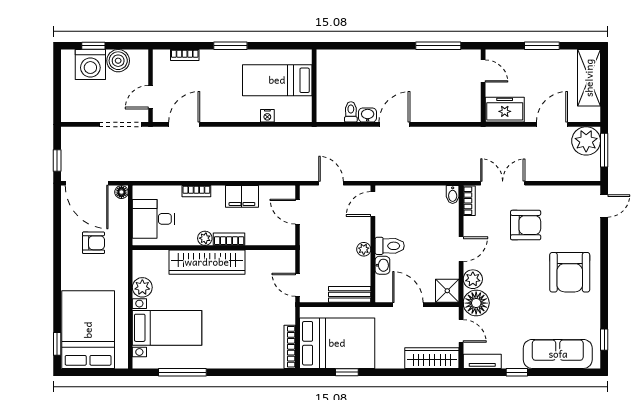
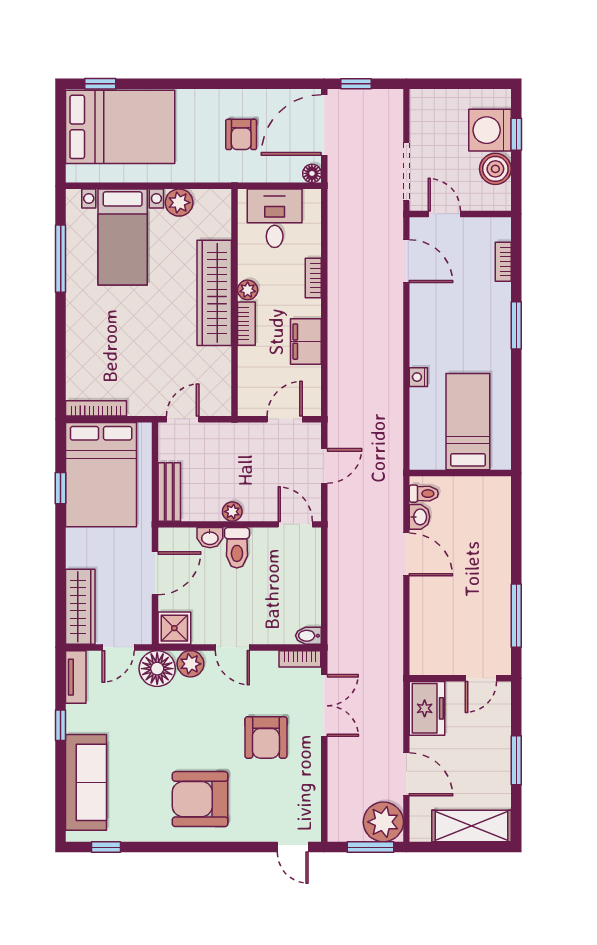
bed: (277, 80) -> (468, 422), moved
wall: (314, 86) -> (460, 473), moved

